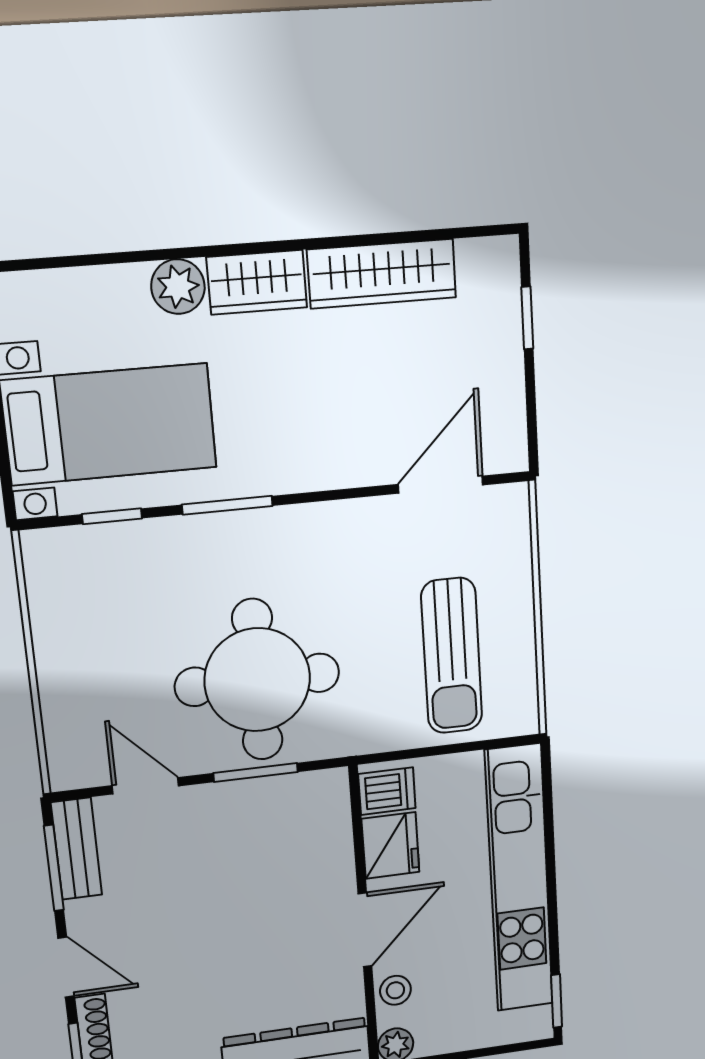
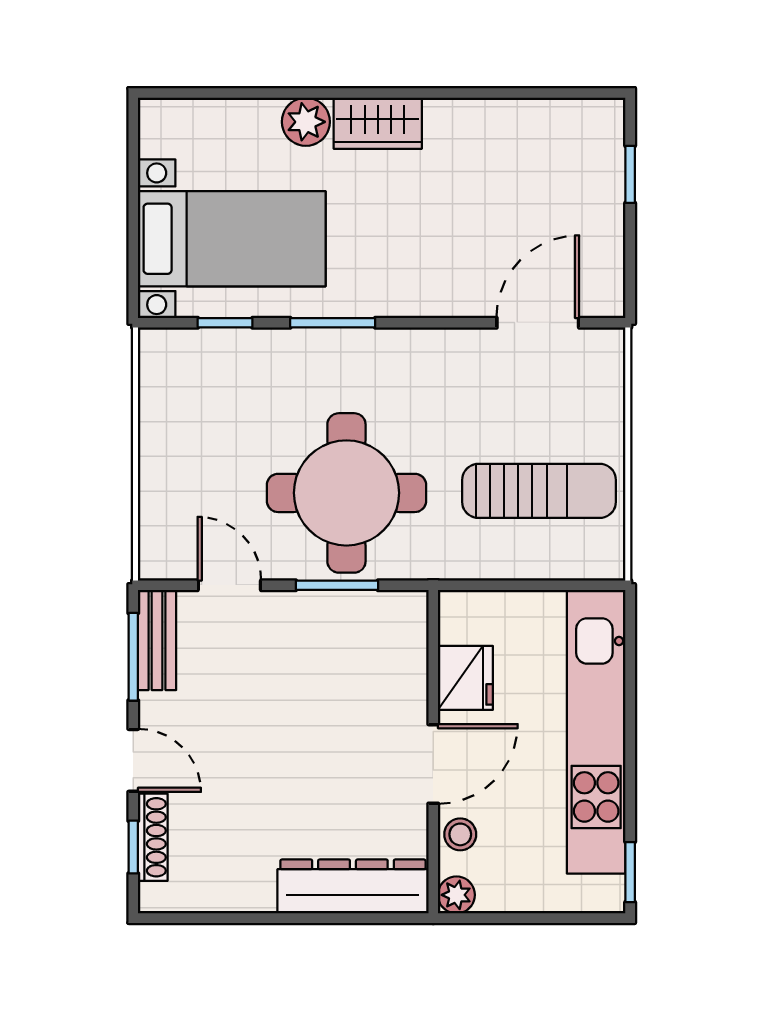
wardrobe: (382, 274) -> (494, 124), removed
sun lounger: (452, 656) -> (539, 491), turned -90
dishwasher: (387, 791) -> (466, 621), removed

